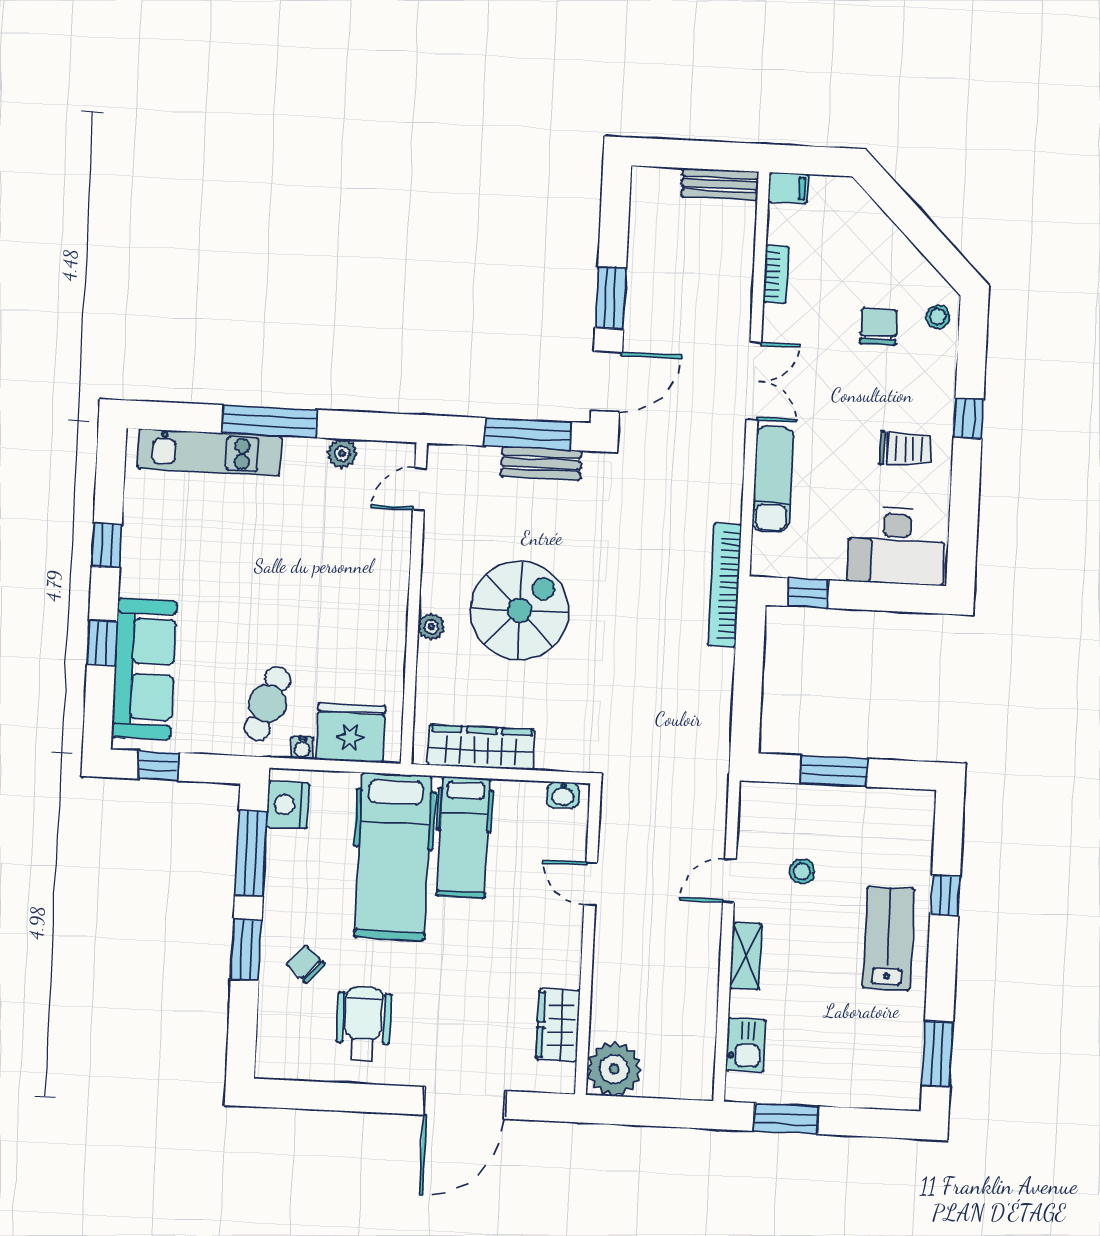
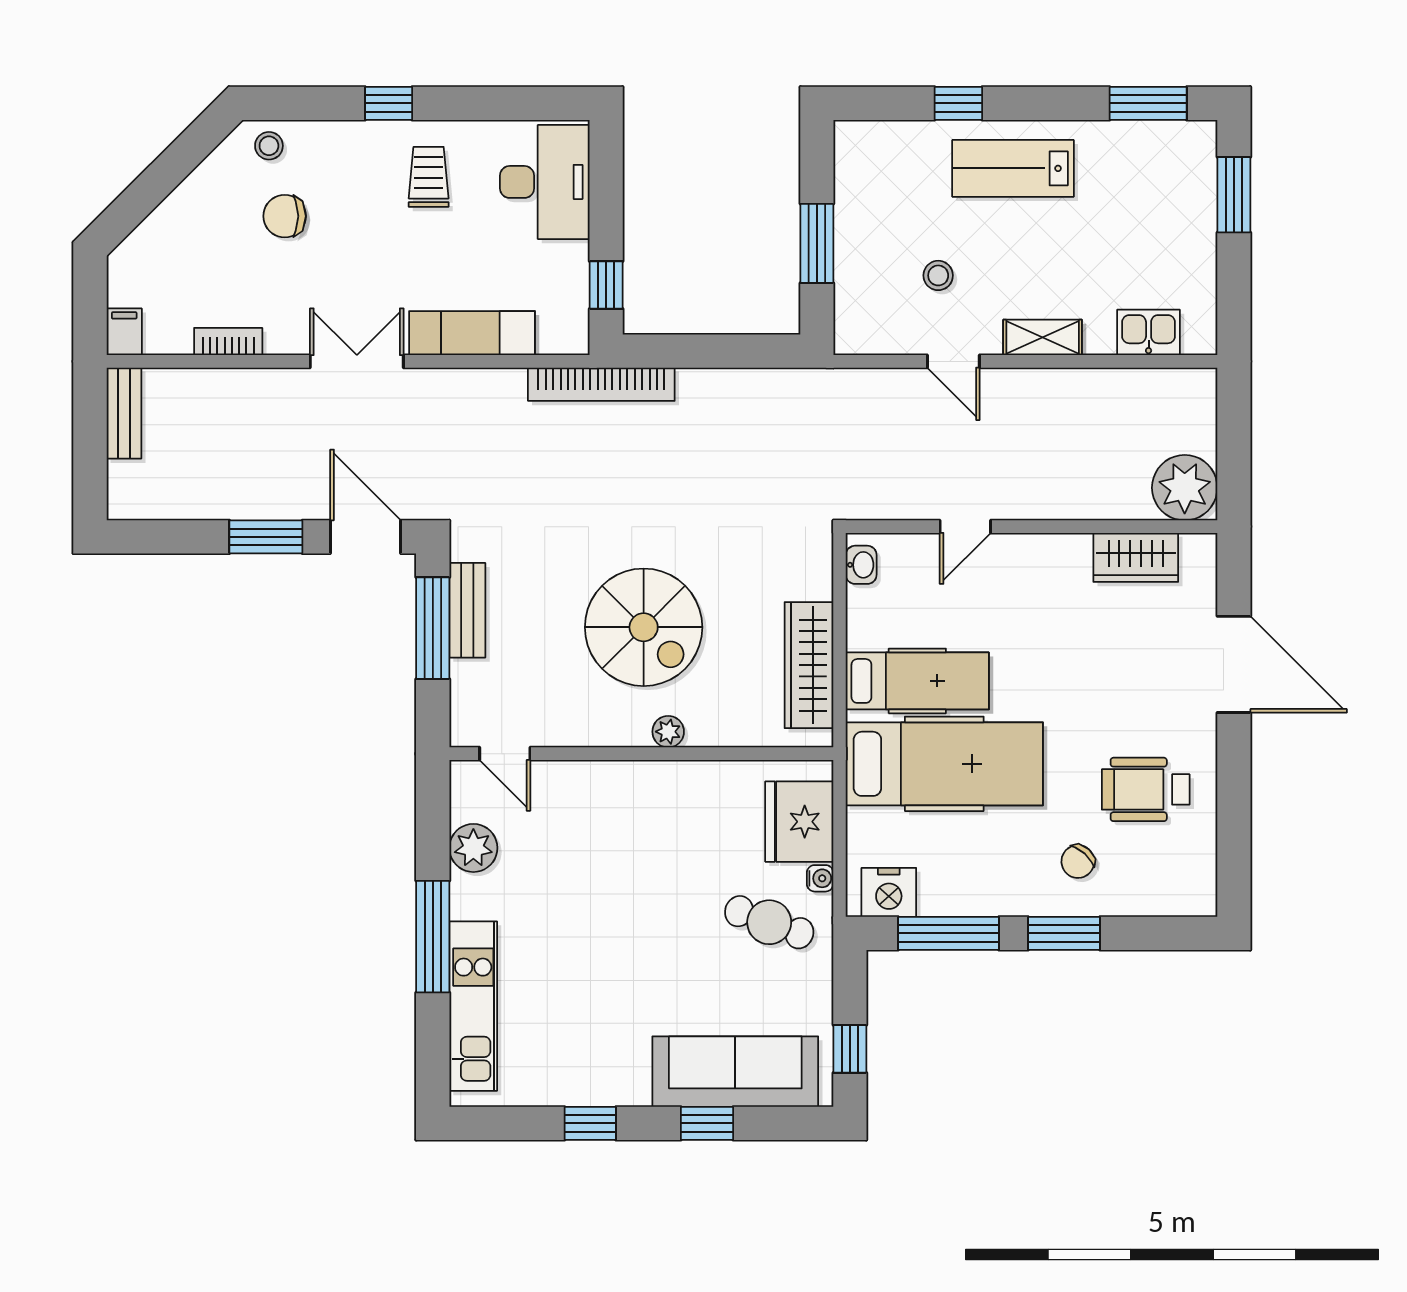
plant: (342, 453) -> (473, 848), width x1.38, depth x1.38
spiral stairs: (520, 610) -> (644, 627), turned 180
window: (786, 1119) -> (1234, 195), moved

